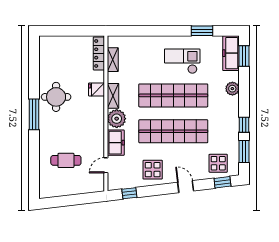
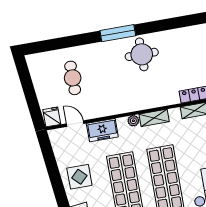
fridge: (97, 90) -> (52, 117), moved
plant: (117, 119) -> (133, 121), width x0.53, depth x0.53
window: (129, 193) -> (48, 155), removed

